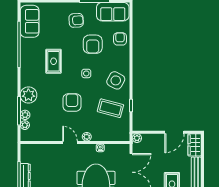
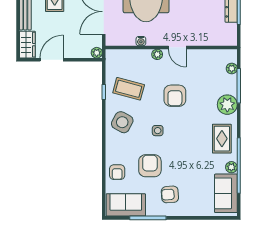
rug: (54, 61) -> (222, 139), moved
plant: (25, 115) -> (231, 167), moved

